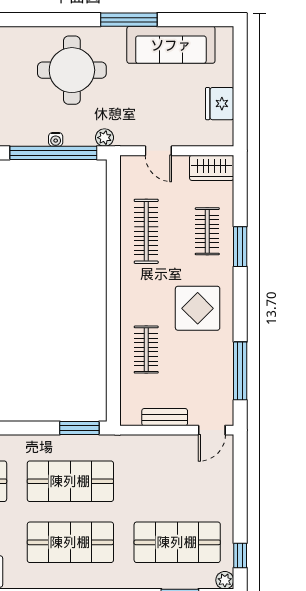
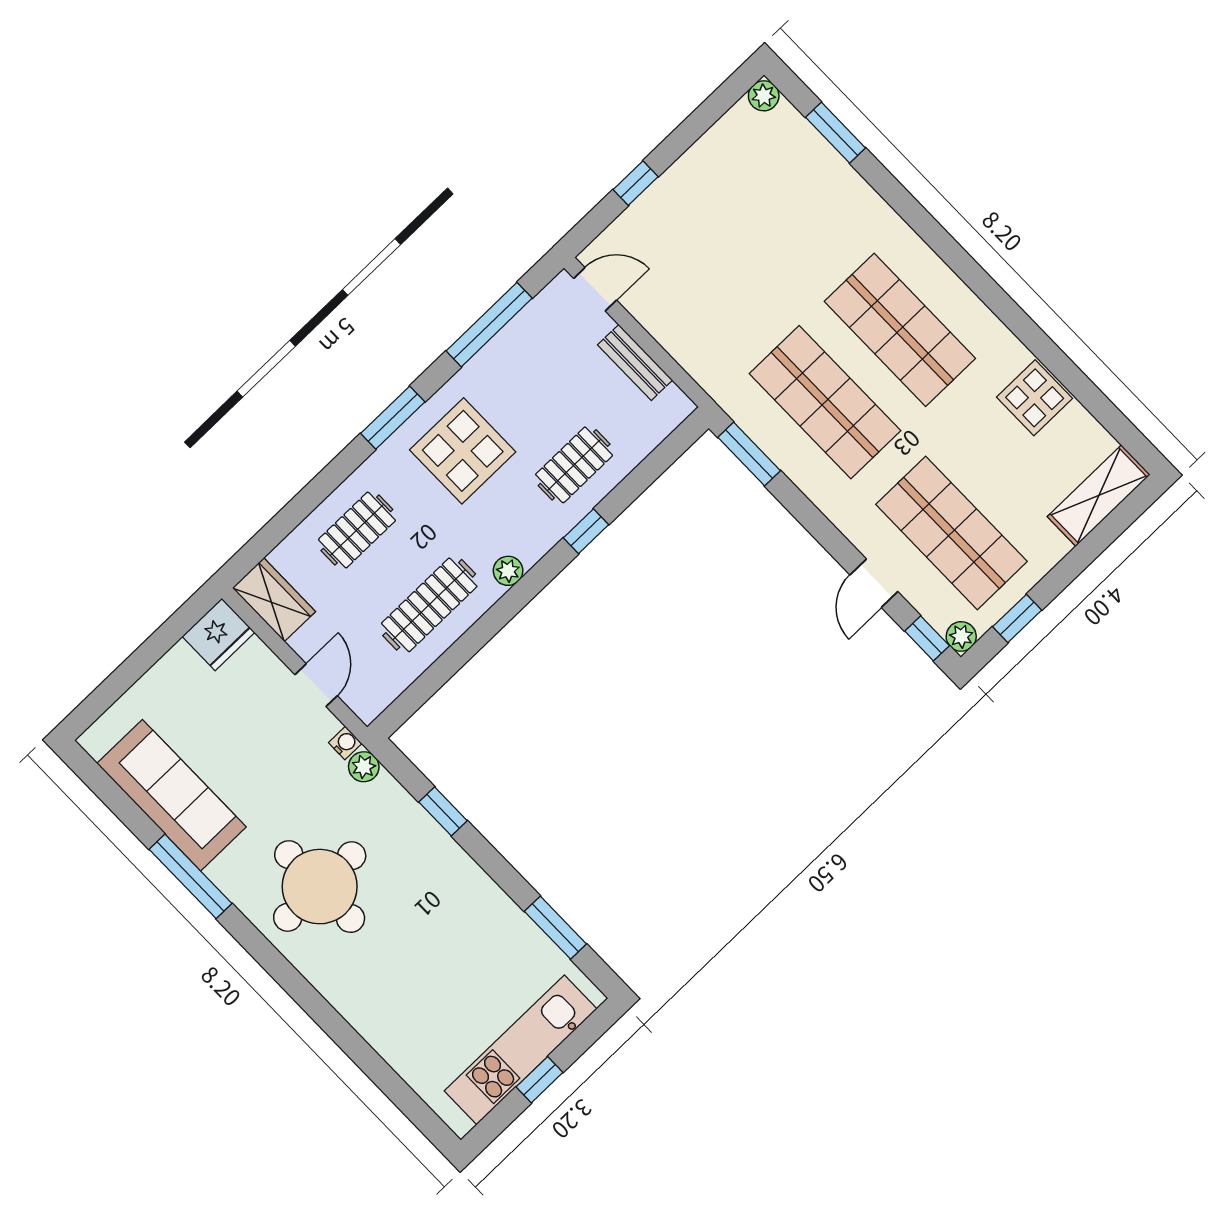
fridge: (220, 104) -> (218, 634), moved
water cooler: (56, 139) -> (345, 743), moved
window: (53, 153) -> (443, 811), width x0.32
window: (240, 247) -> (393, 418), moved
plant: (128, 278) -> (508, 571), added
window: (113, 328) -> (586, 531), added
shop shelf: (177, 542) -> (773, 199), removed
window: (240, 555) -> (636, 183), moved

